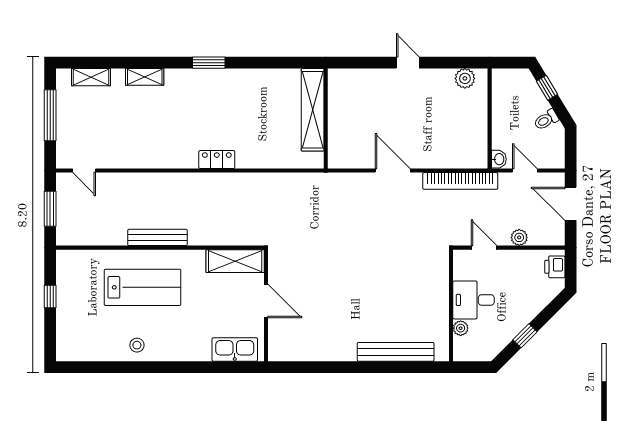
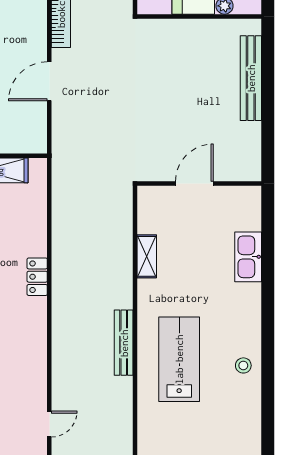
shelving: (235, 261) -> (147, 256), width x0.67, depth x0.75
door: (266, 301) -> (194, 183), moved
wall: (266, 305) -> (199, 183), moved

